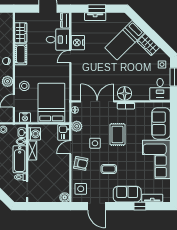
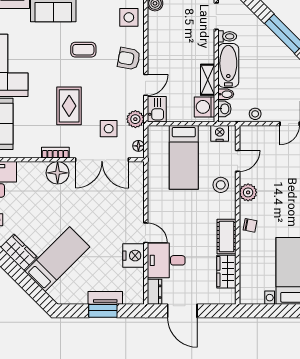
door: (70, 57) -> (146, 233), hinge flipped
bed: (51, 103) -> (184, 157), width x0.67
side table: (95, 143) -> (109, 129), moved

